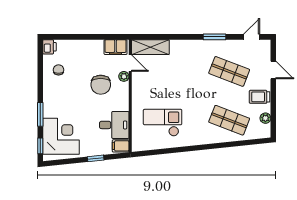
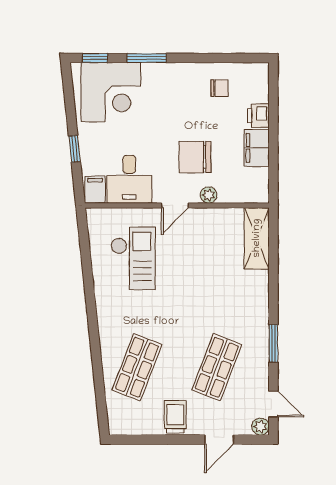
printer: (49, 47) -> (258, 116), moved, turned 90
filing cabinet: (116, 47) -> (257, 148), moved
door: (130, 63) -> (175, 205), moved
plant: (265, 118) -> (260, 427), moved

